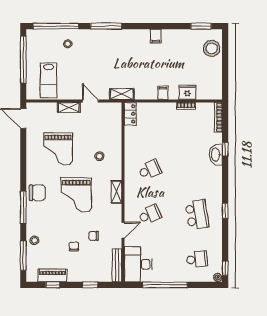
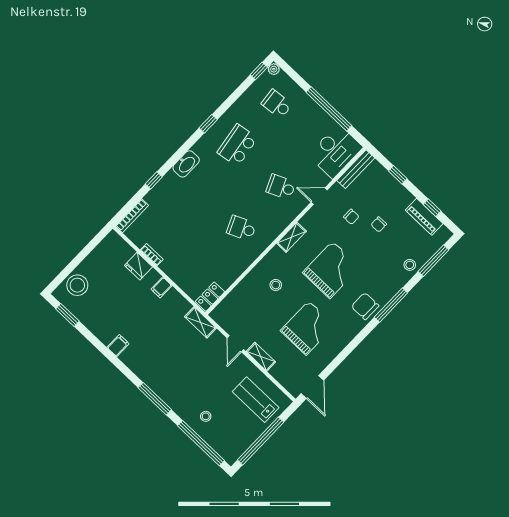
lab bench: (49, 80) -> (256, 400), turned -90
washbasin: (216, 155) -> (186, 164), moved

